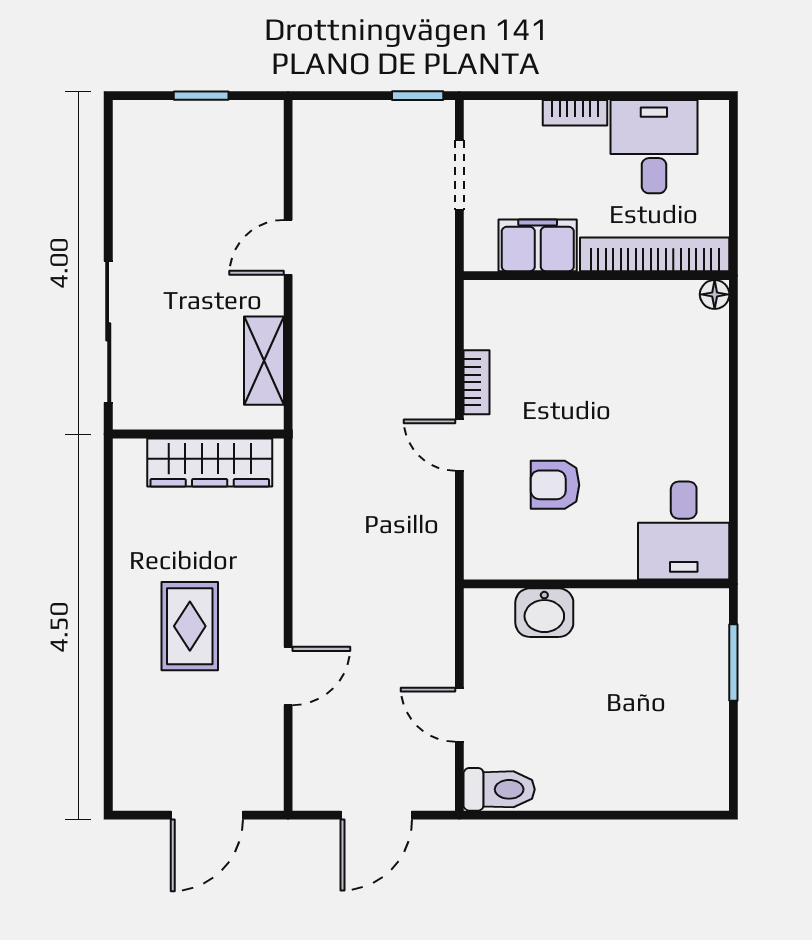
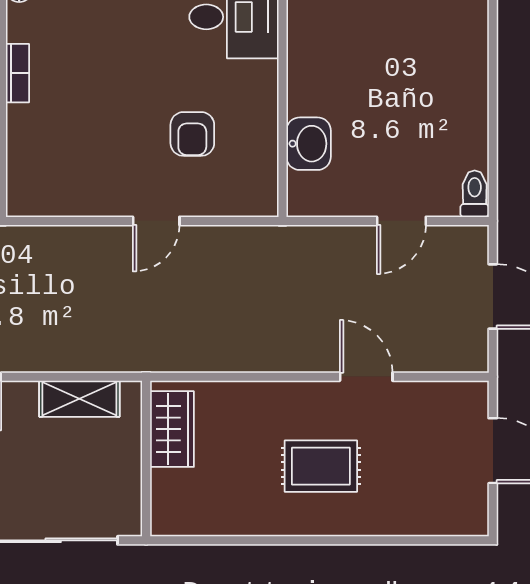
bookcase: (477, 382) -> (18, 73), moved, turned 90
wardrobe: (210, 462) -> (172, 429), width x0.67
toilet: (499, 789) -> (475, 194), width x0.73, depth x0.72

